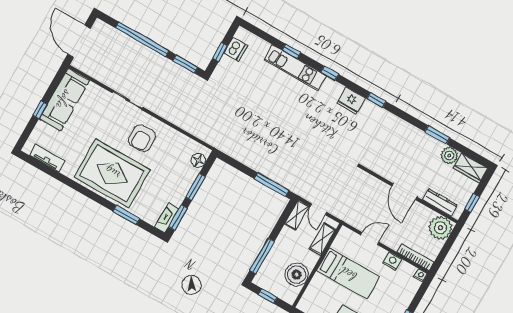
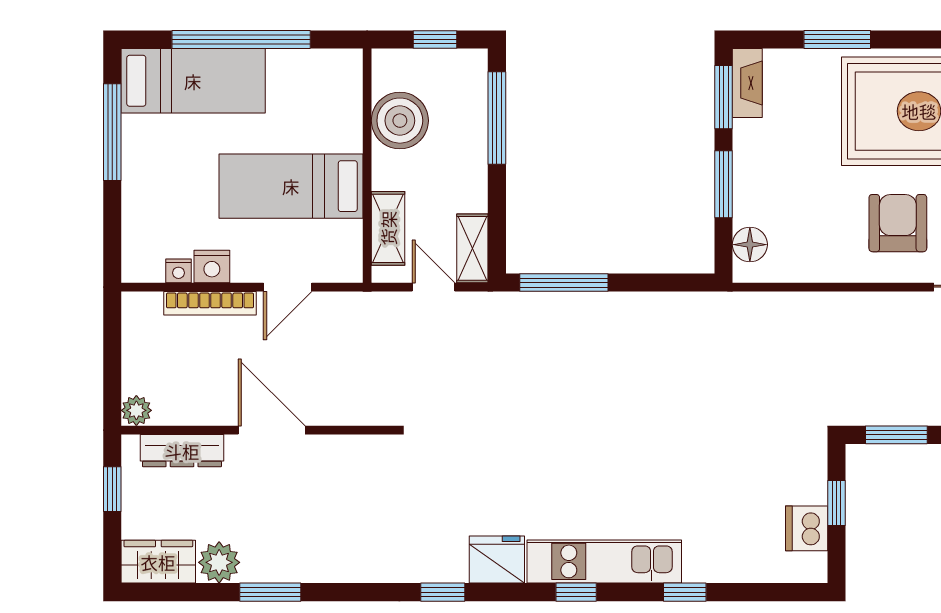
kitchen unit: (295, 68) -> (604, 561), moved
plant: (440, 228) -> (136, 410), width x0.53, depth x0.53
bookcase: (415, 257) -> (210, 303), moved
nightstand: (421, 275) -> (179, 271), moved

